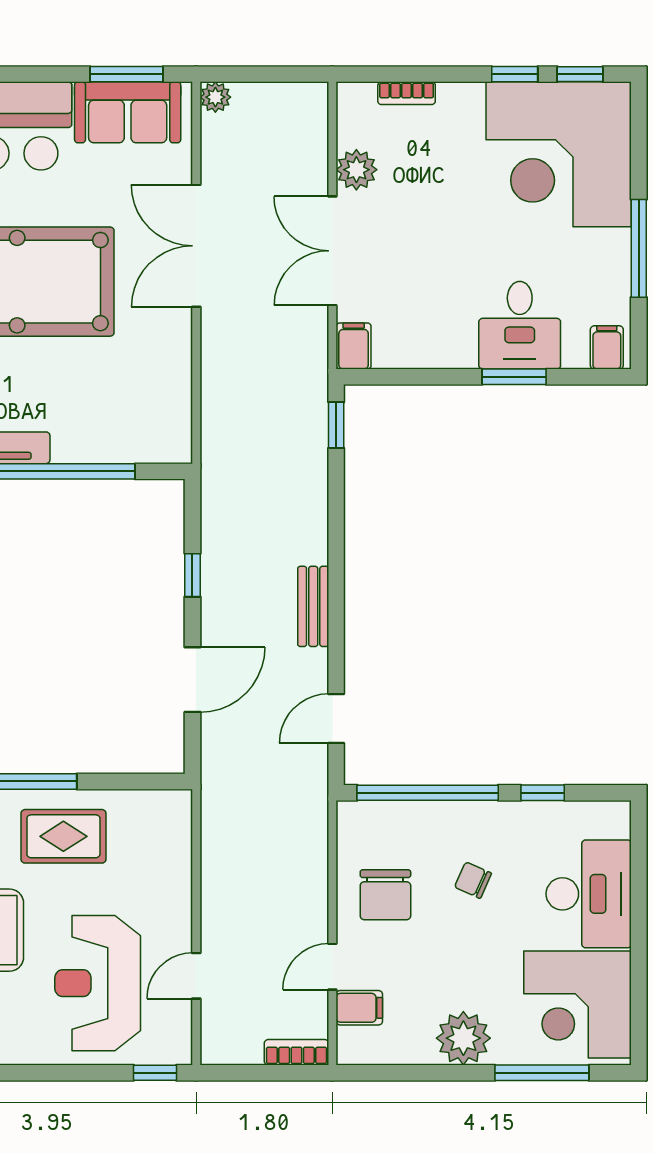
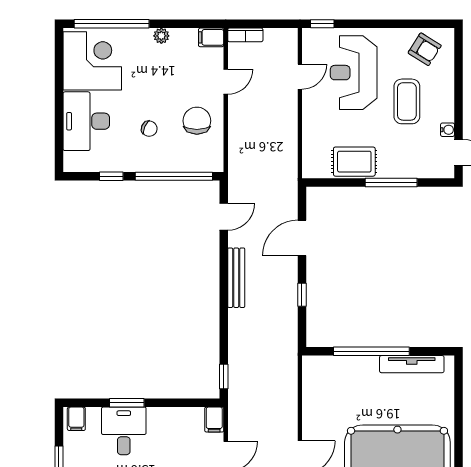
bench: (313, 606) -> (236, 278), width x1.36
rug: (63, 836) -> (354, 162), moved
reception desk: (98, 983) -> (354, 73), turned 180
filing cabinet: (359, 1008) -> (211, 37), moved
plant: (463, 1038) -> (161, 36), width x0.53, depth x0.53
window: (542, 1073) -> (112, 24), width x1.46

